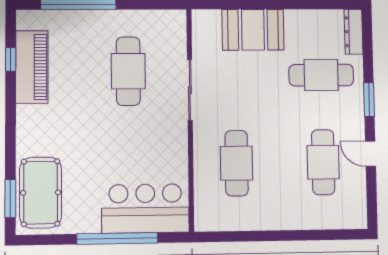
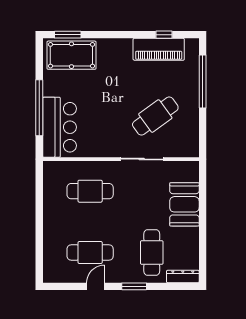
cafe table: (128, 71) -> (155, 116), turned -36

